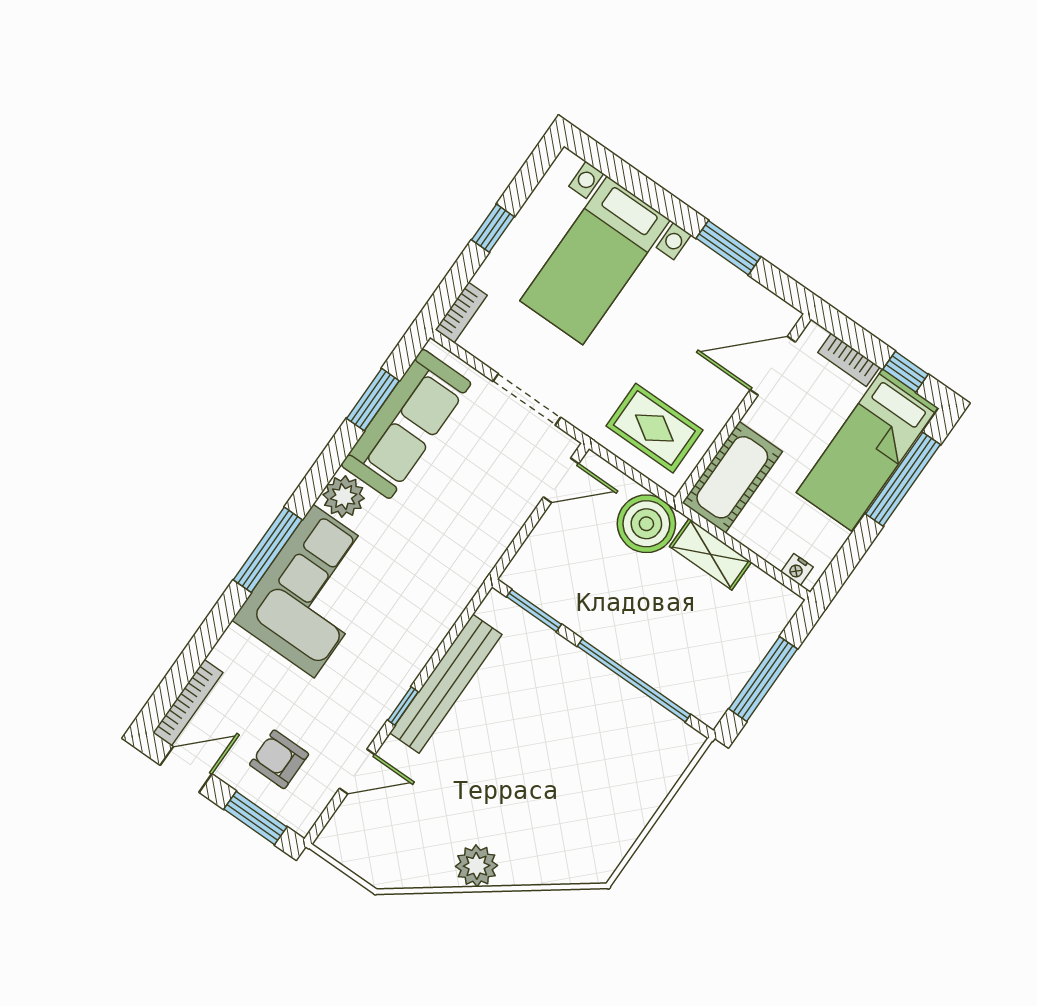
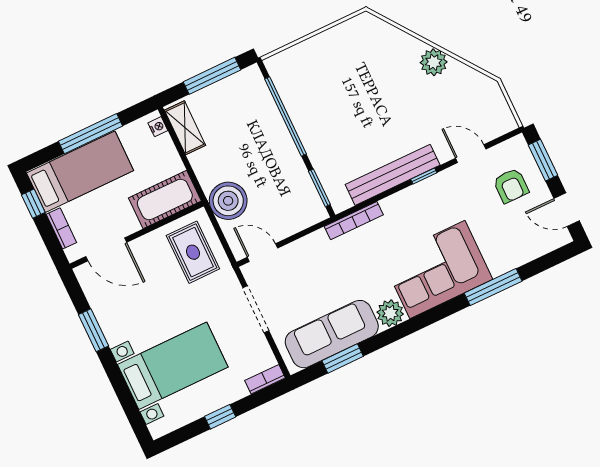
window: (903, 479) -> (90, 134), moved
window: (268, 550) -> (493, 287), moved
shelving: (710, 554) -> (185, 128), moved
bookcase: (188, 703) -> (354, 221), moved, turned 180

